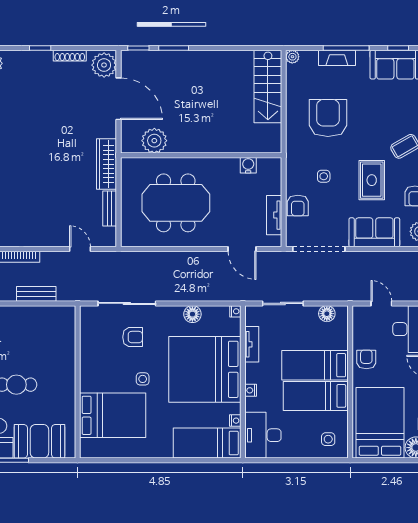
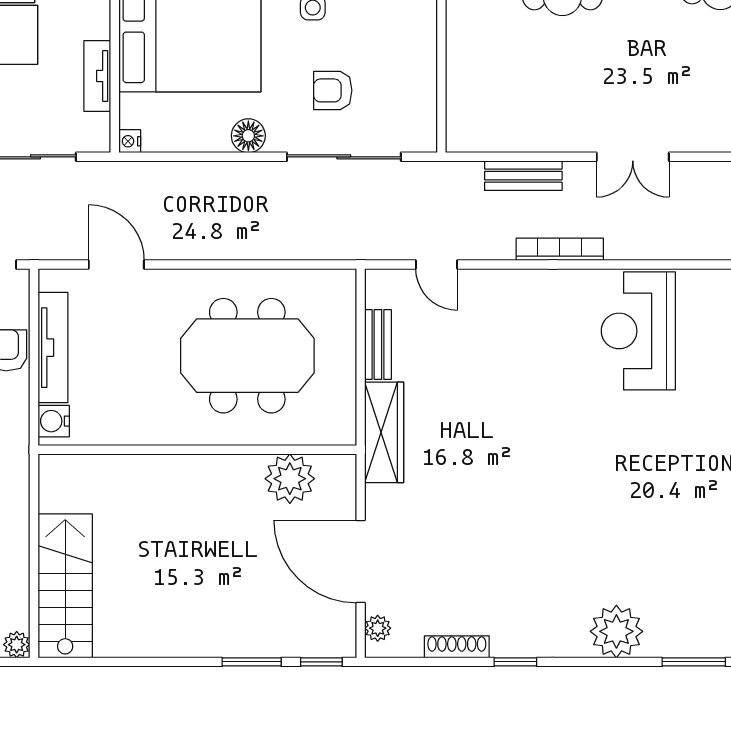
plant: (104, 65) -> (378, 628), width x0.53, depth x0.53
water cooler: (248, 165) -> (54, 421), moved, turned 90
tv unit: (274, 215) -> (53, 348), width x1.41
floor lamp: (192, 314) -> (248, 136), moved

